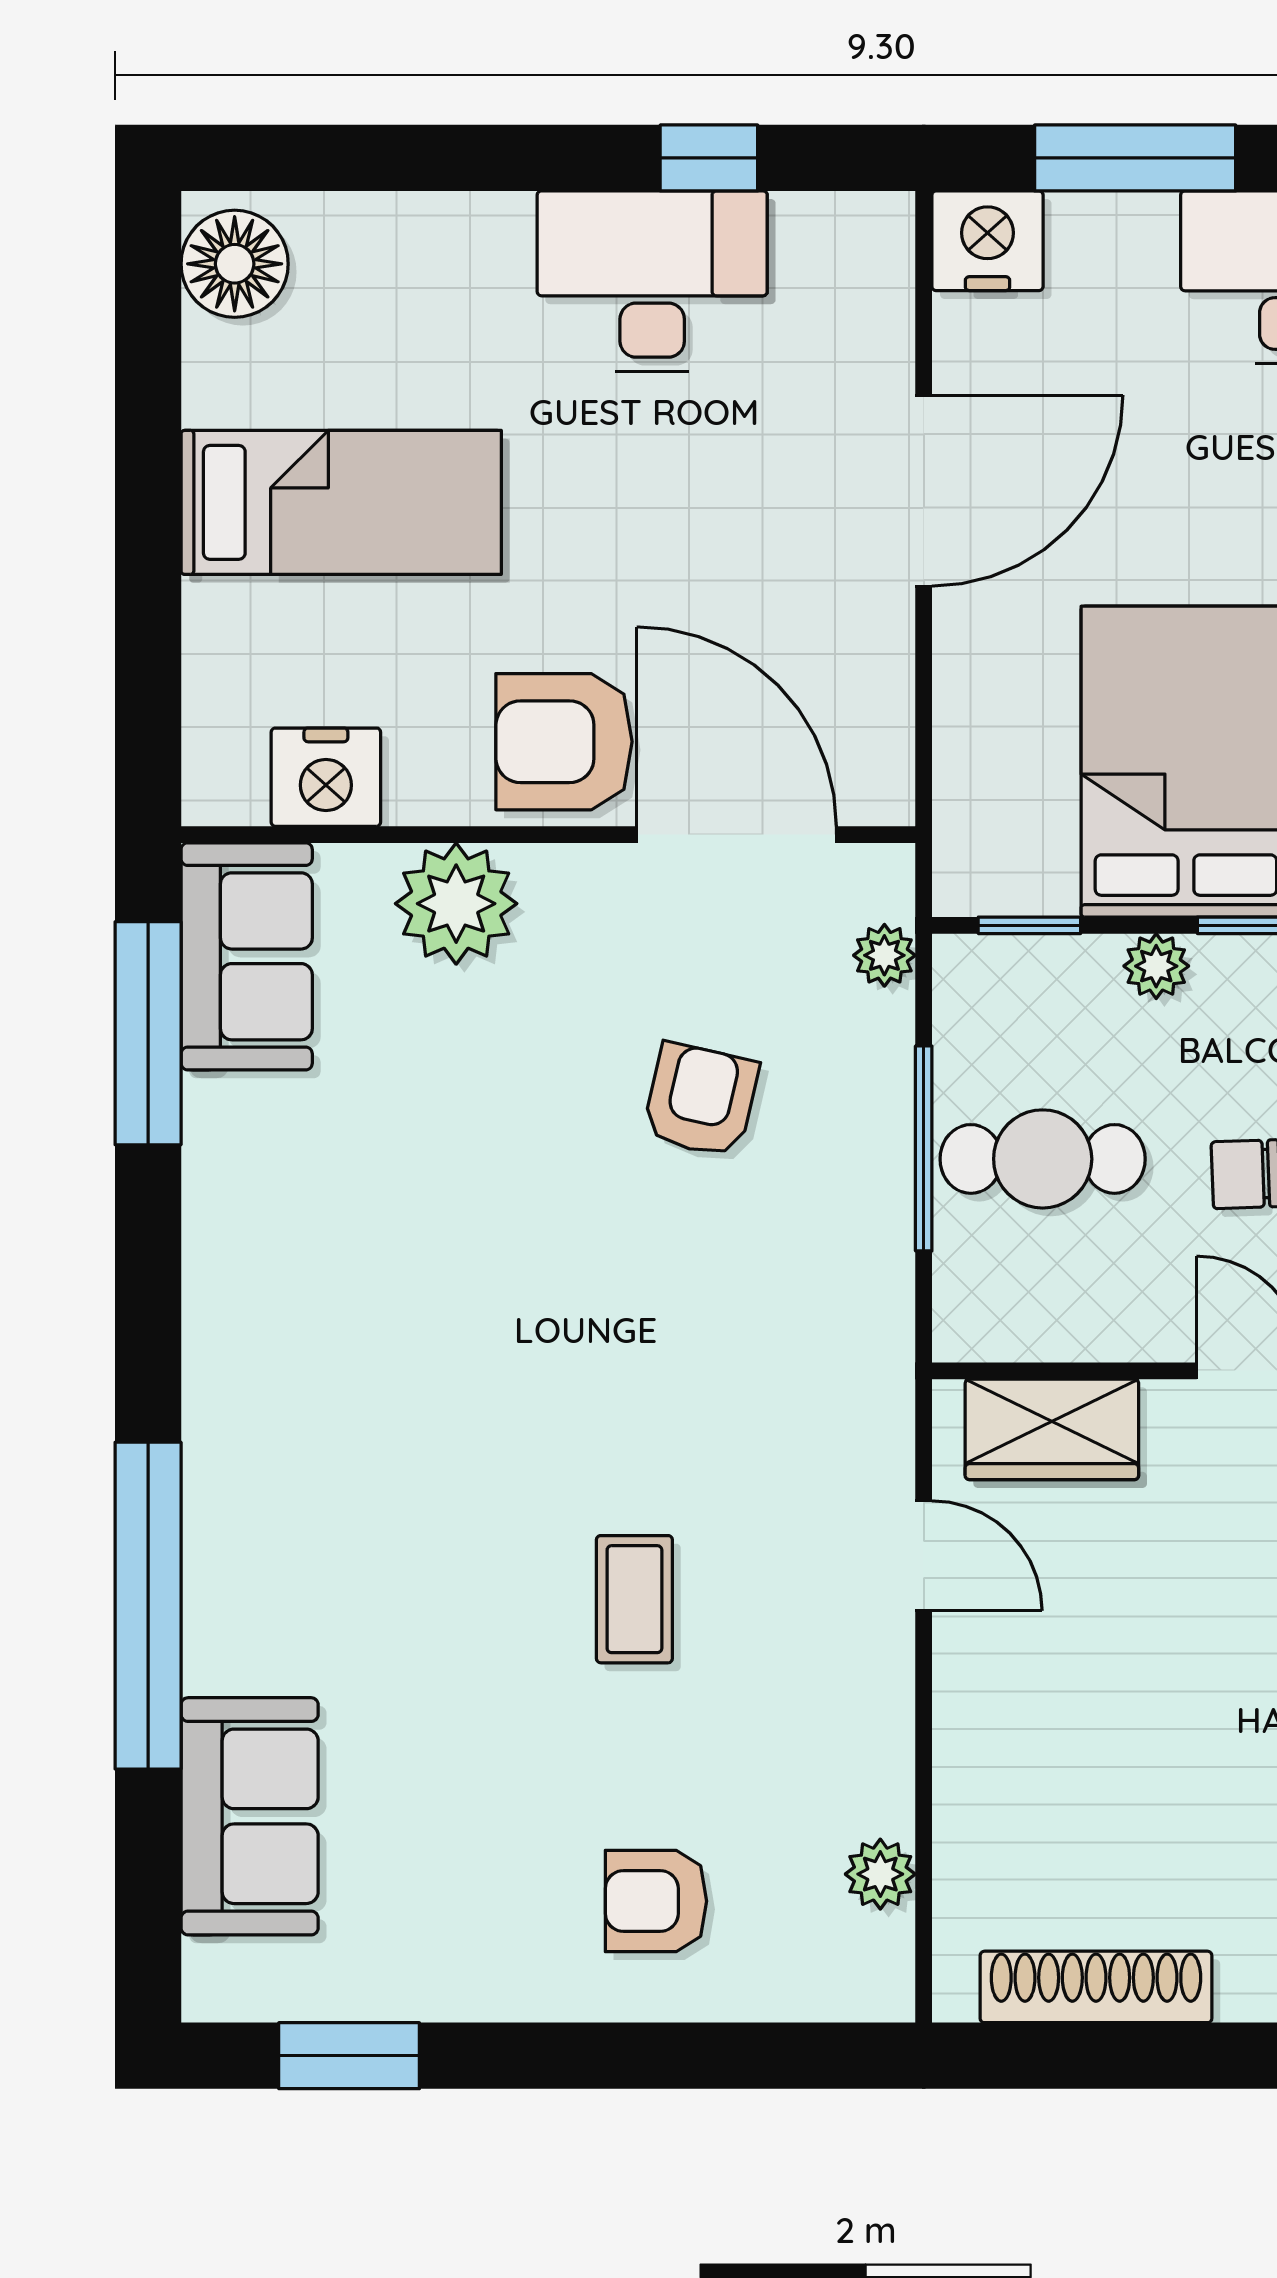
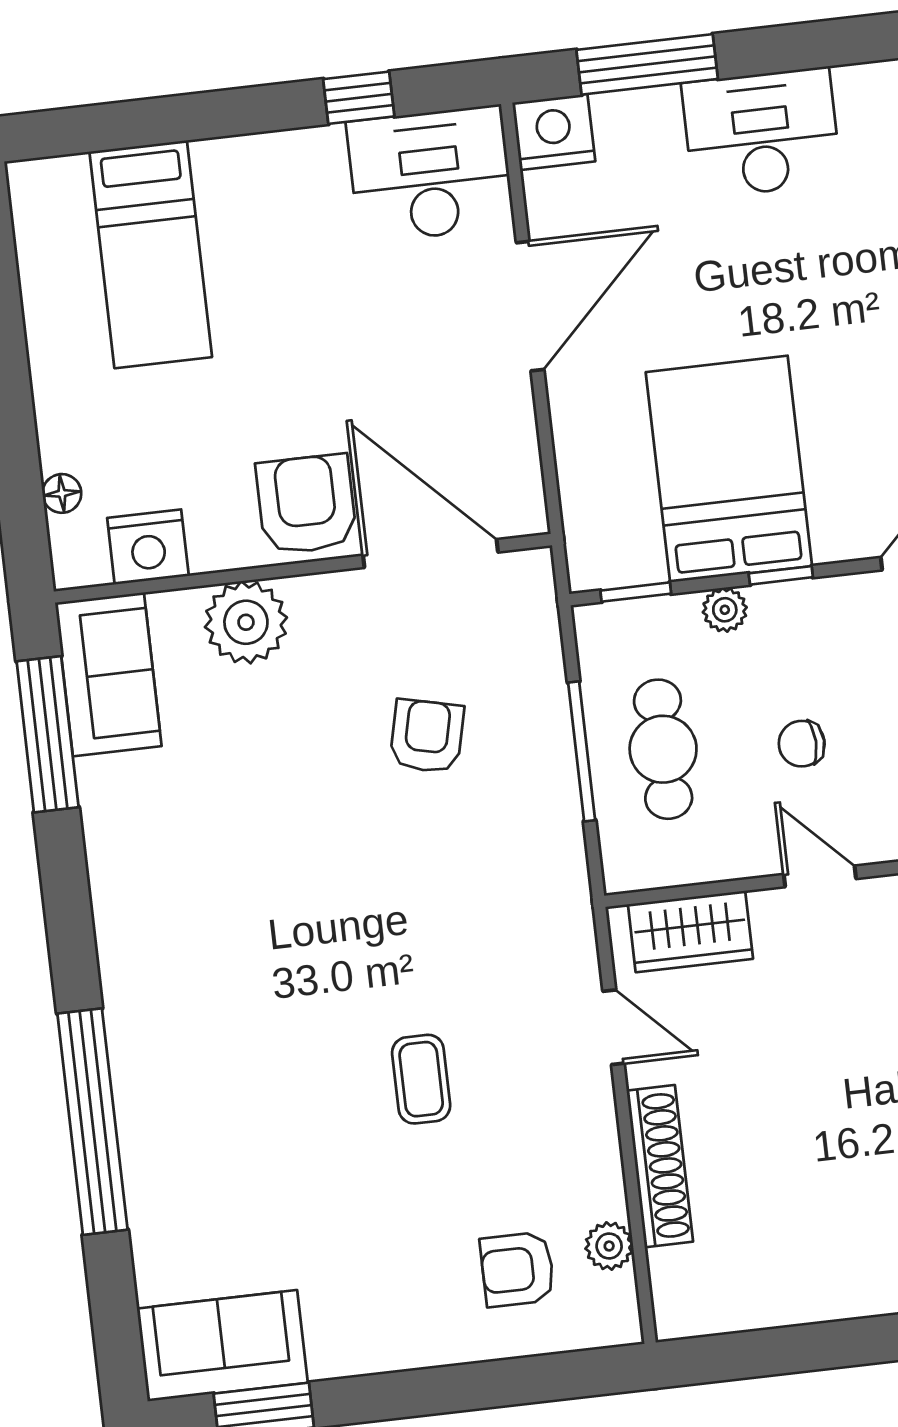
floor lamp: (235, 264) -> (62, 493), moved, width x0.53, depth x0.53
desk: (652, 281) -> (430, 174), moved
bed: (341, 502) -> (151, 254), moved, turned 90
armchair: (564, 742) -> (306, 504), turned 90
plant: (884, 955) -> (540, 624), removed
cafe table: (1043, 1159) -> (663, 749), turned 90
sofa: (250, 1816) -> (222, 1346), moved, turned -90
armchair: (656, 1901) -> (517, 1269), moved
shoe rack: (1096, 1987) -> (660, 1166), moved, turned 90

